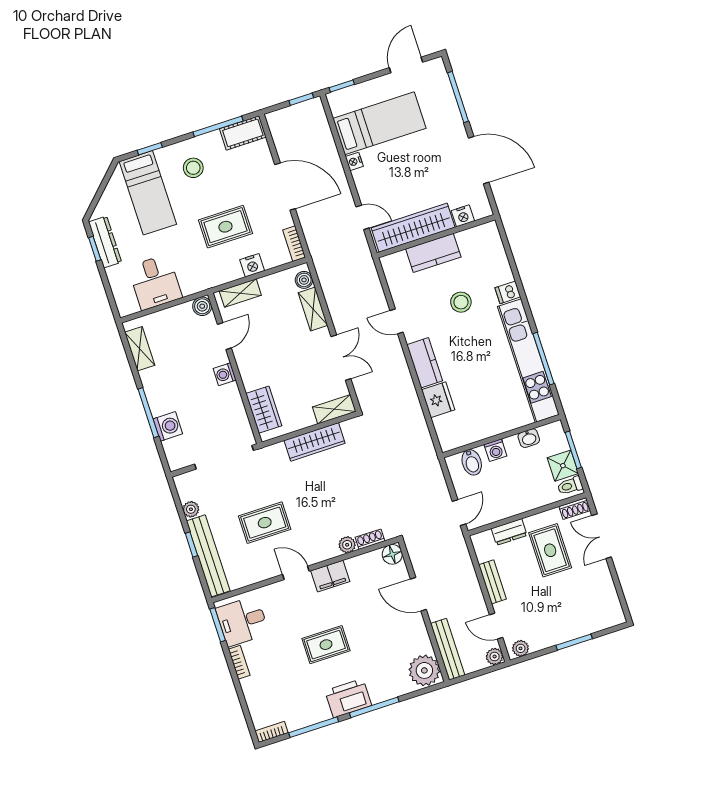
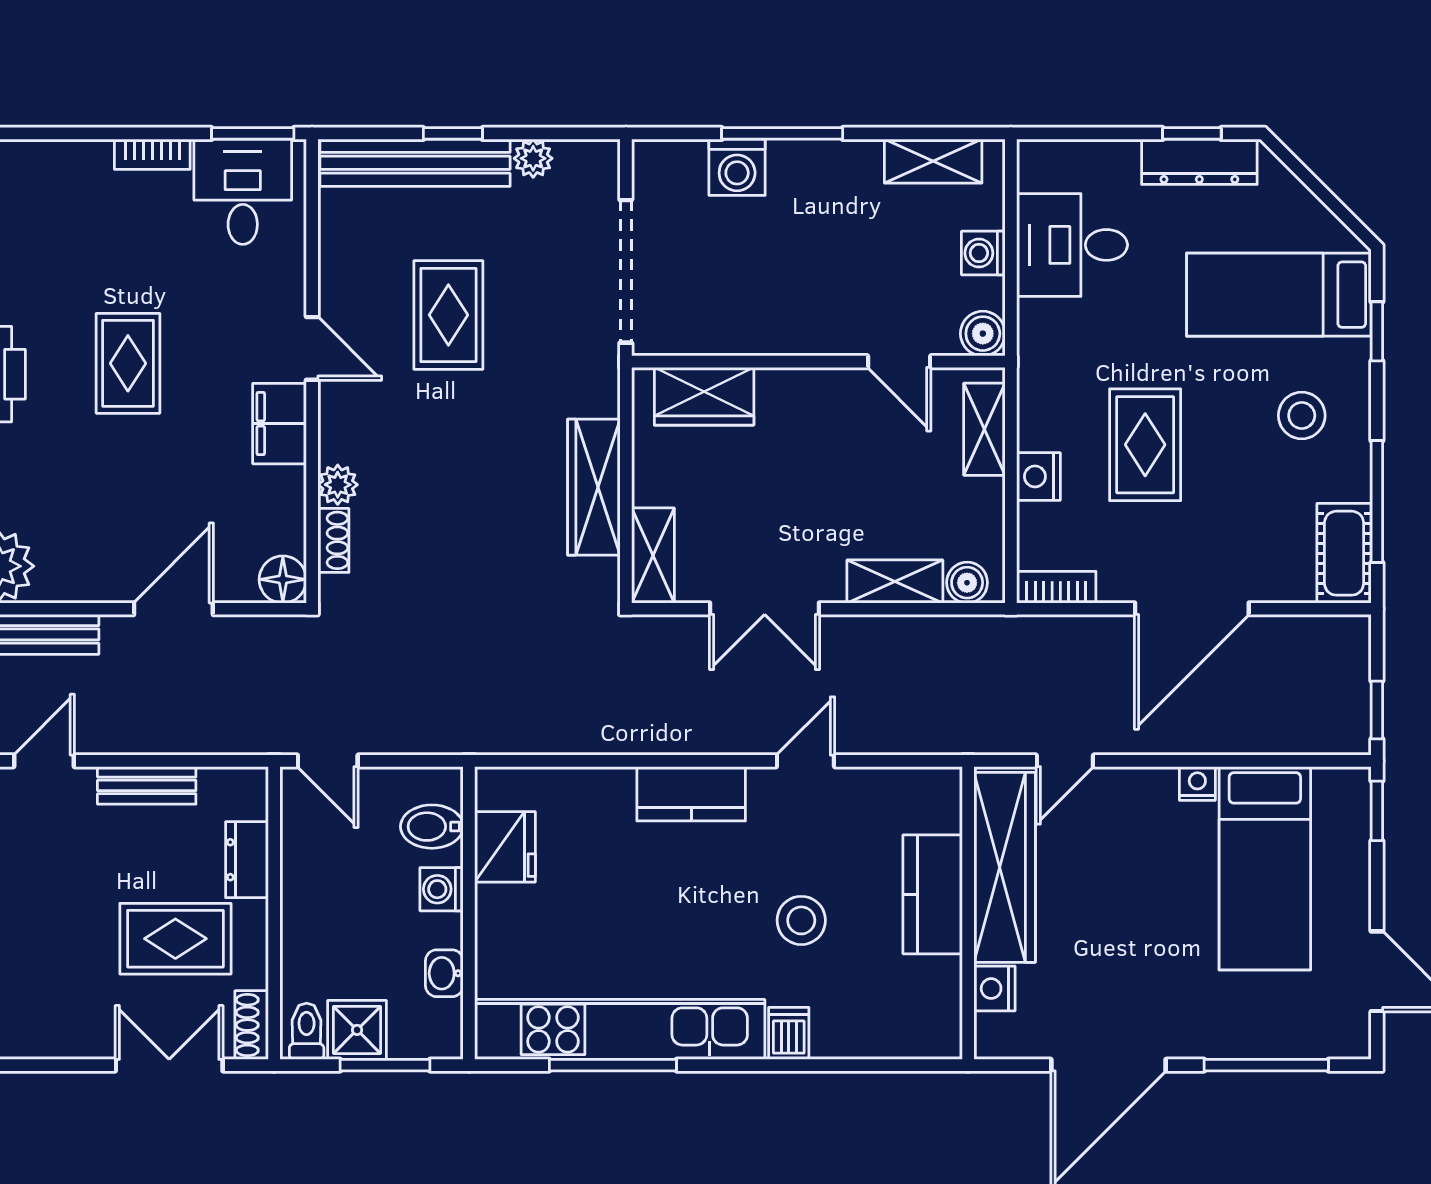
washing machine: (225, 374) -> (983, 253), moved, turned -90
fridge: (438, 400) -> (505, 847), moved, turned -90
door: (296, 573) -> (312, 348), hinge flipped

